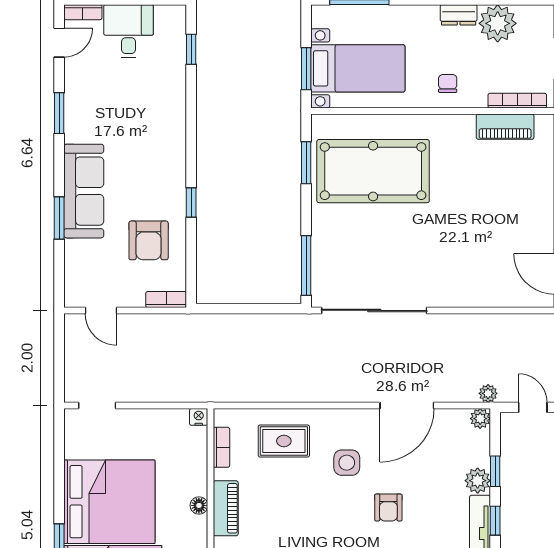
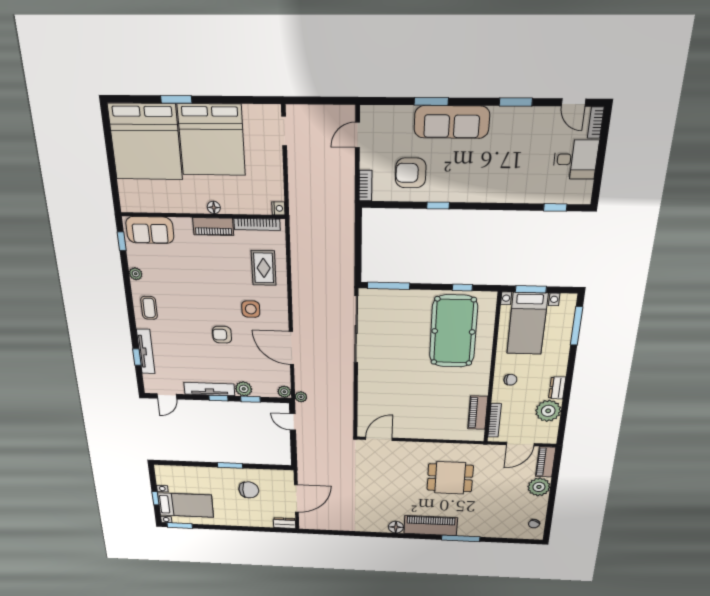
window: (306, 163) -> (462, 288), width x0.67
door: (533, 407) -> (293, 422), swing flipped
bookcase: (221, 447) -> (257, 224), width x1.56

